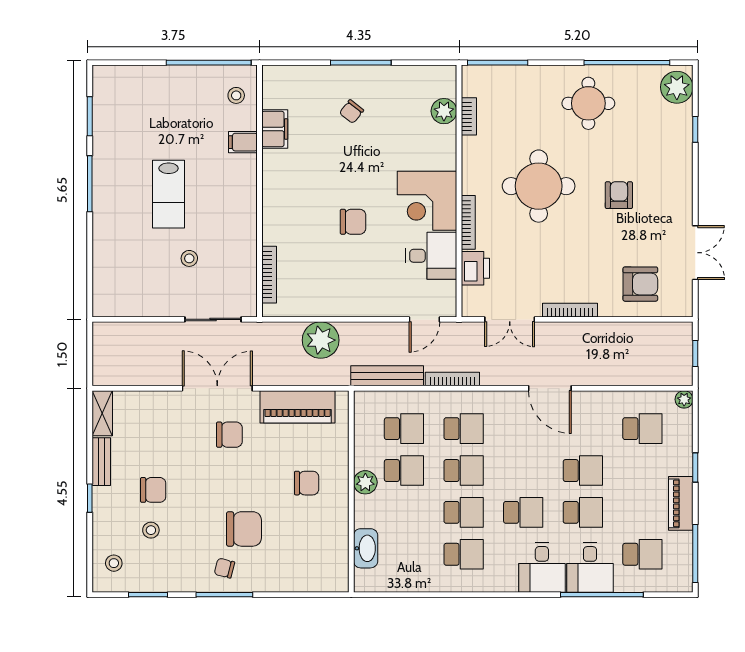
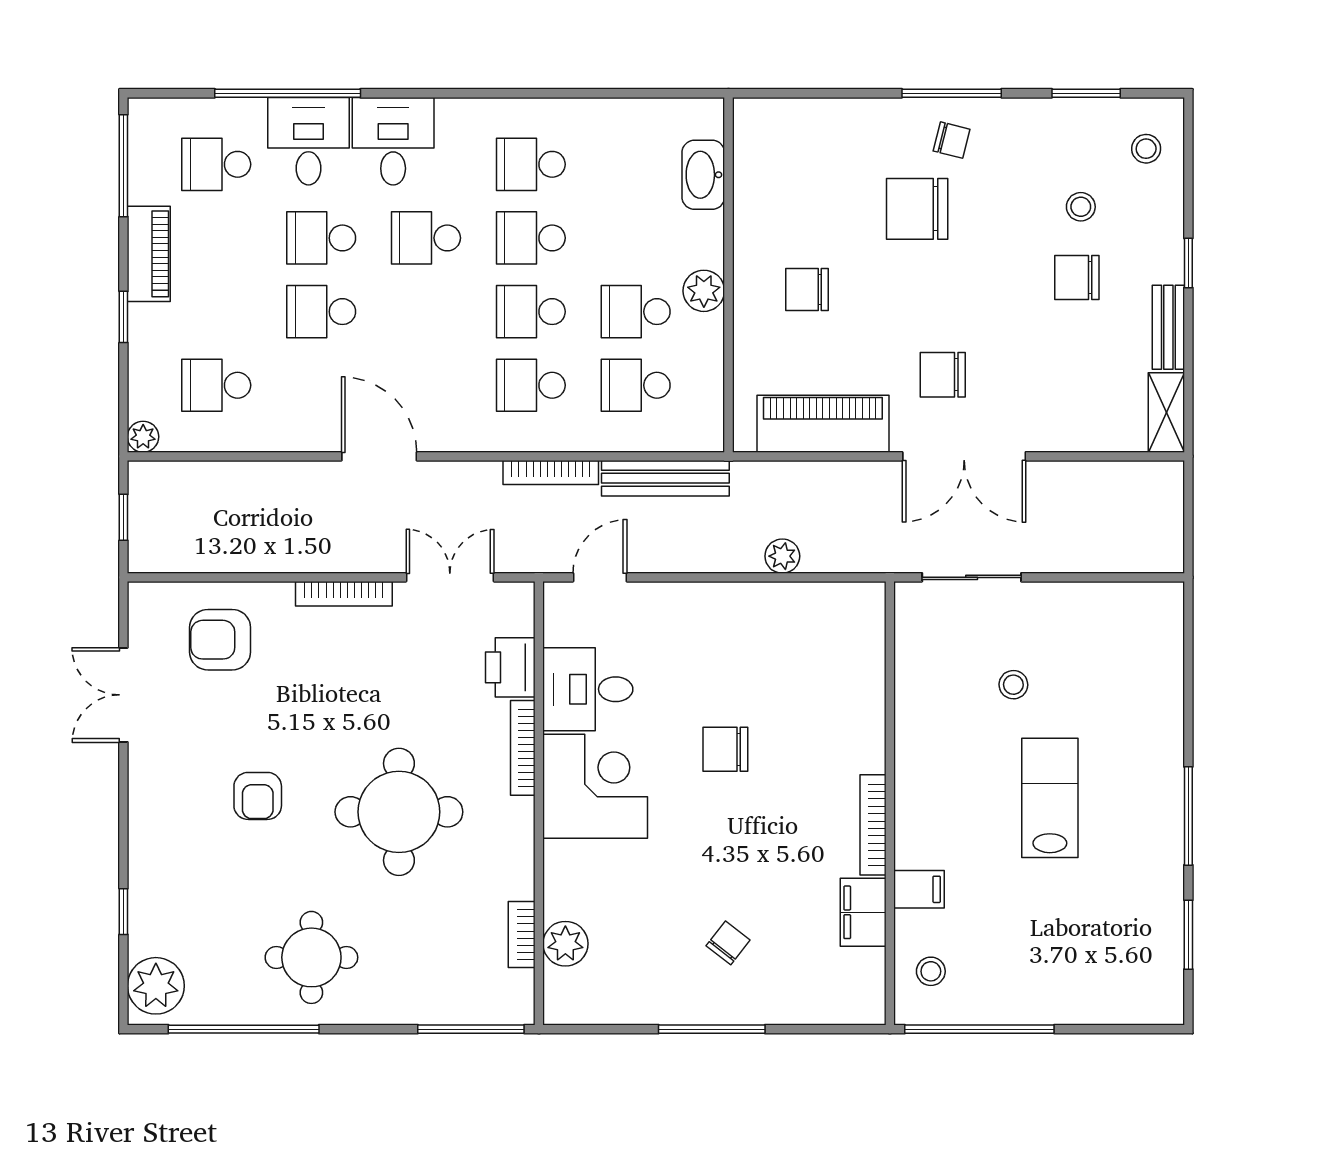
bookcase: (269, 275) -> (873, 825), moved
plant: (321, 340) -> (782, 556), width x0.53, depth x0.53

